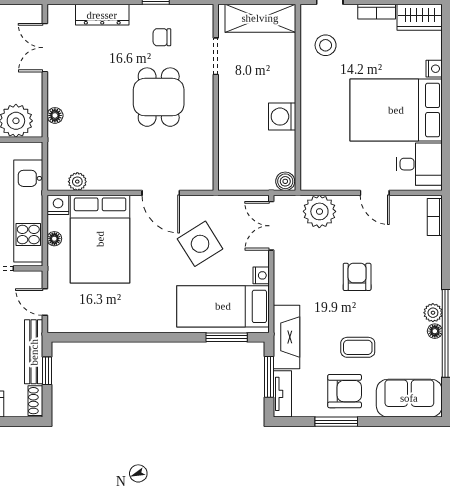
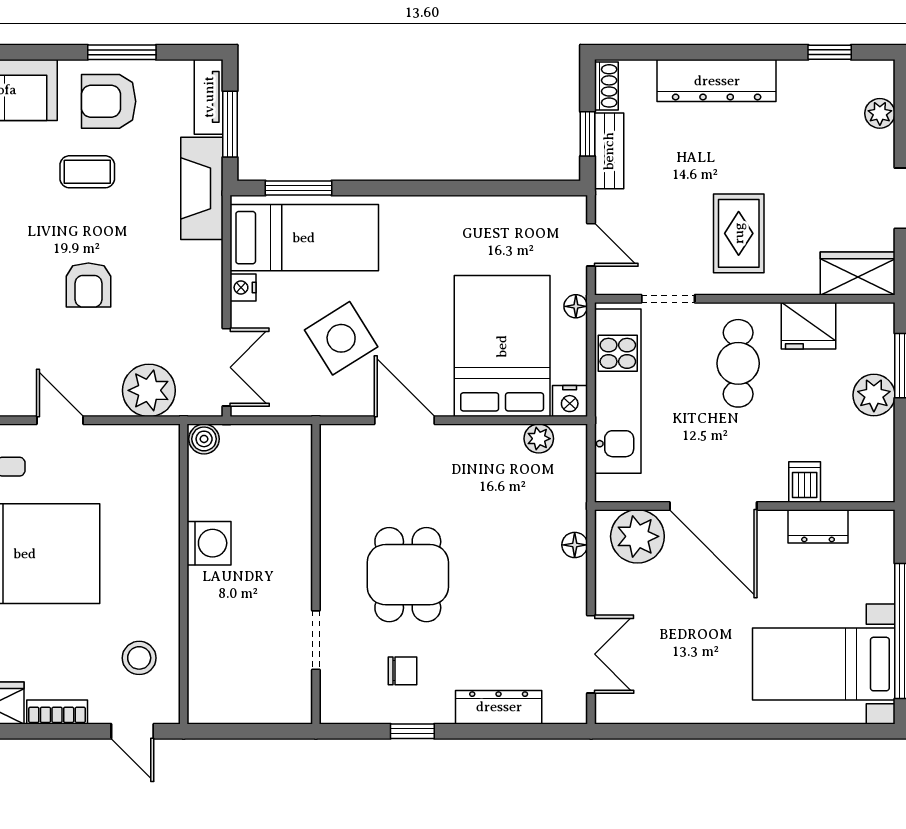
shelving: (260, 18) -> (244, 701), removed
floor lamp: (54, 239) -> (576, 306), moved
bench: (34, 352) -> (609, 151), width x0.73

